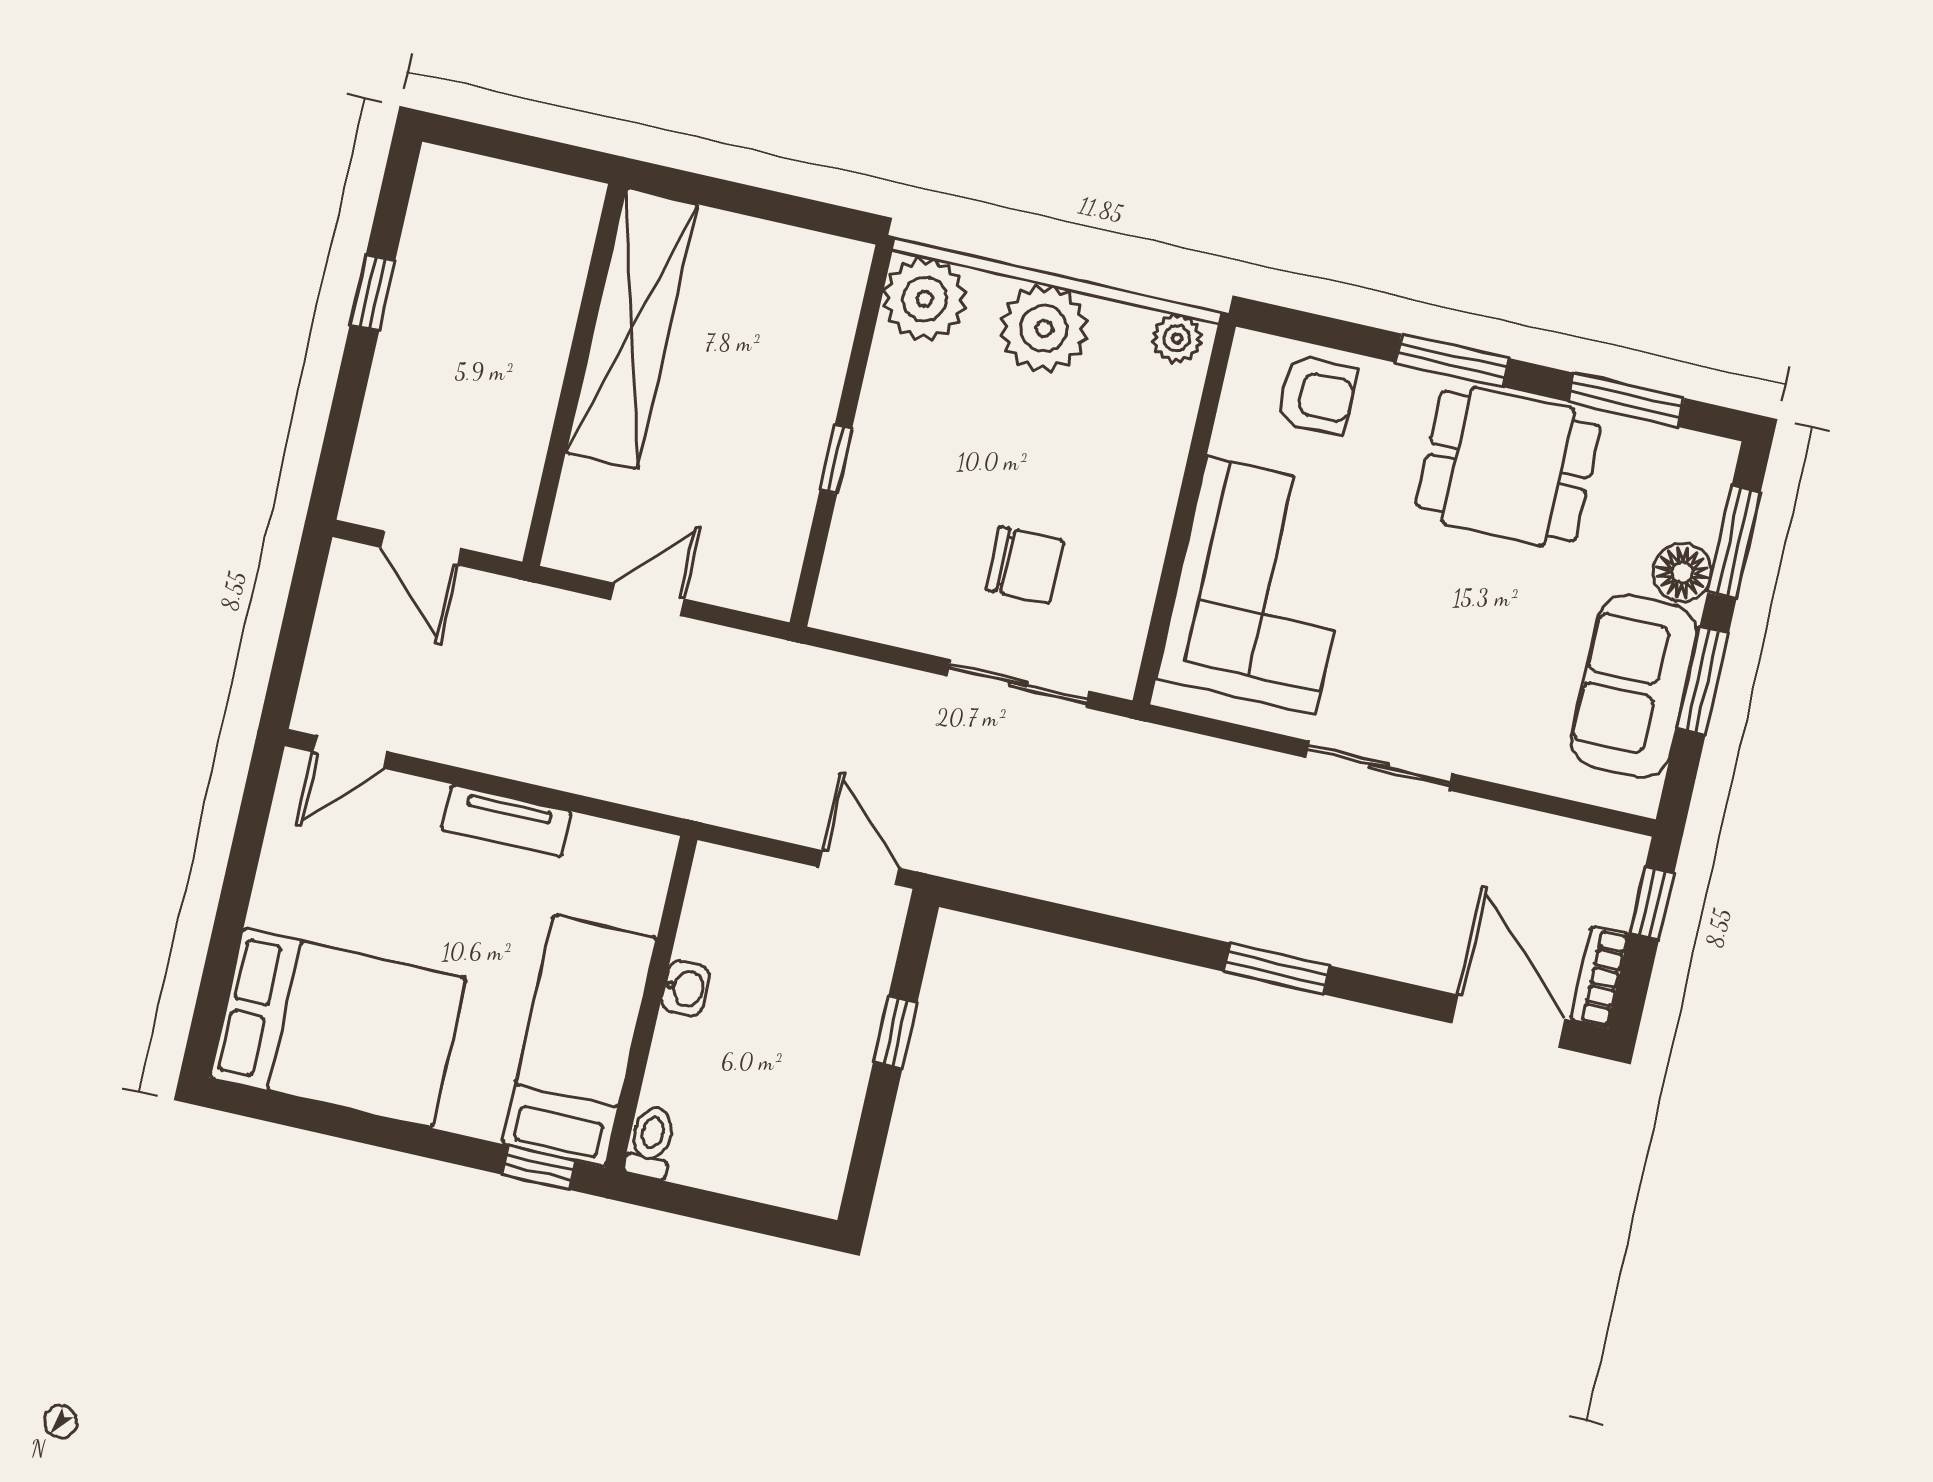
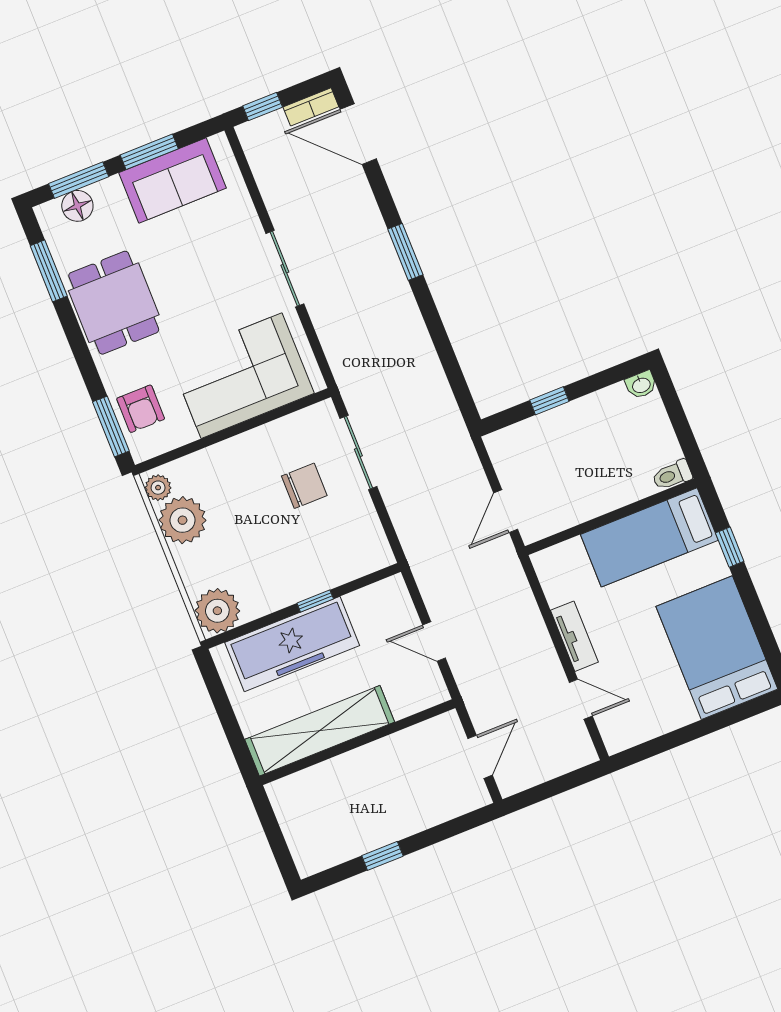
plant: (1044, 328) -> (183, 520), moved
window: (1452, 360) -> (111, 426), moved
freezer: (794, 379) -> (292, 644), added
armchair: (1317, 395) -> (141, 409), turned 180
chair: (1024, 565) -> (304, 486), turned 90
floor lamp: (1682, 572) -> (77, 206), moved
door: (350, 752) -> (581, 699), moved
door: (859, 868) -> (506, 511), moved
washbasin: (685, 988) -> (641, 385), moved, turned 180
door: (1508, 1021) -> (358, 134), hinge flipped
window: (539, 1168) -> (730, 547), moved

